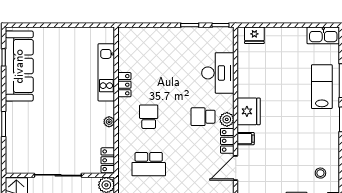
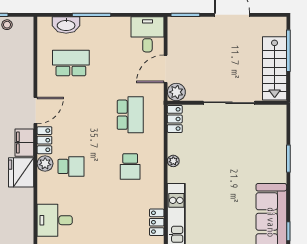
desk: (218, 73) -> (55, 220), width x0.73
locker: (124, 85) -> (157, 222), moved
filing cabinet: (246, 139) -> (24, 143), width x2.00
school desk: (149, 164) -> (130, 115), turned 90

